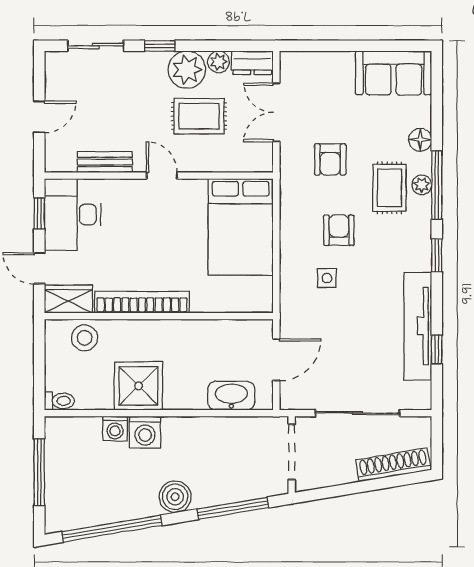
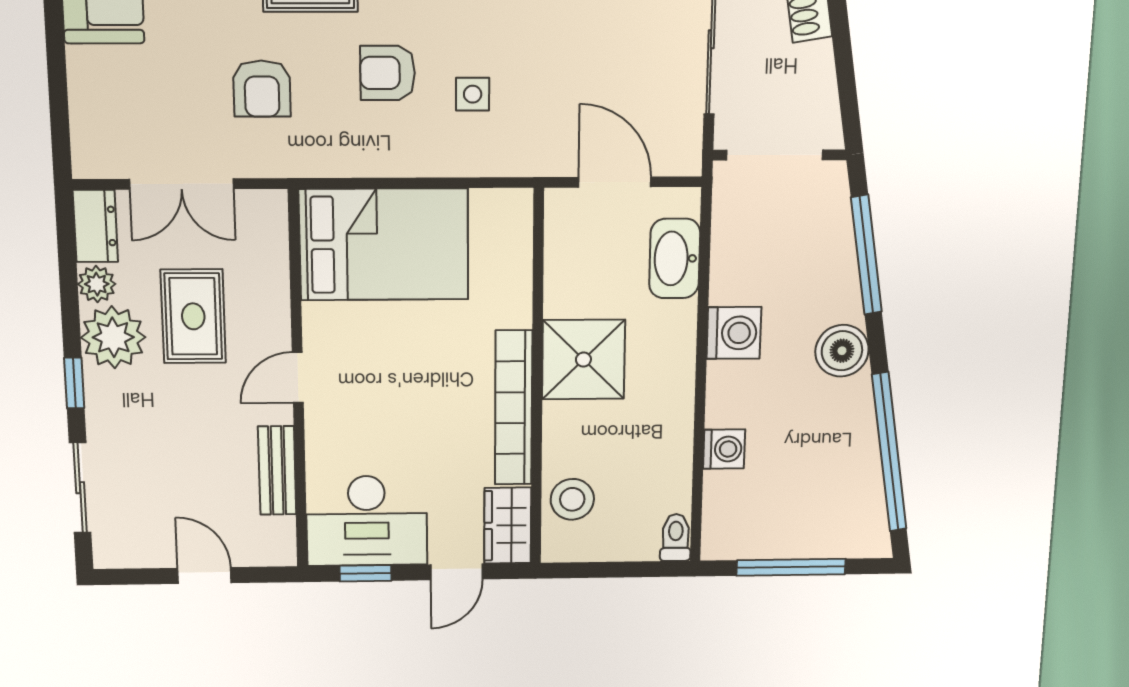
armchair: (330, 159) -> (262, 89), turned 90
shower: (139, 386) -> (583, 360), moved
washing machine: (145, 432) -> (734, 333), moved

